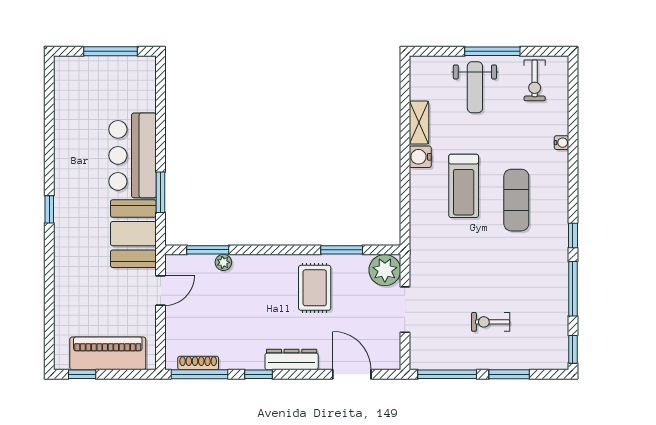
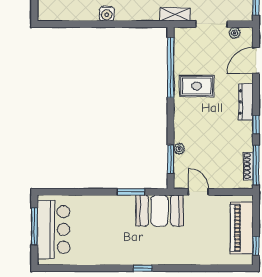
shelving: (419, 122) -> (175, 14), moved
bar counter: (133, 155) -> (53, 229), moved, turned -90
window: (342, 250) -> (171, 67), width x2.11
plant: (385, 270) -> (235, 33), moved, width x0.53, depth x0.53

